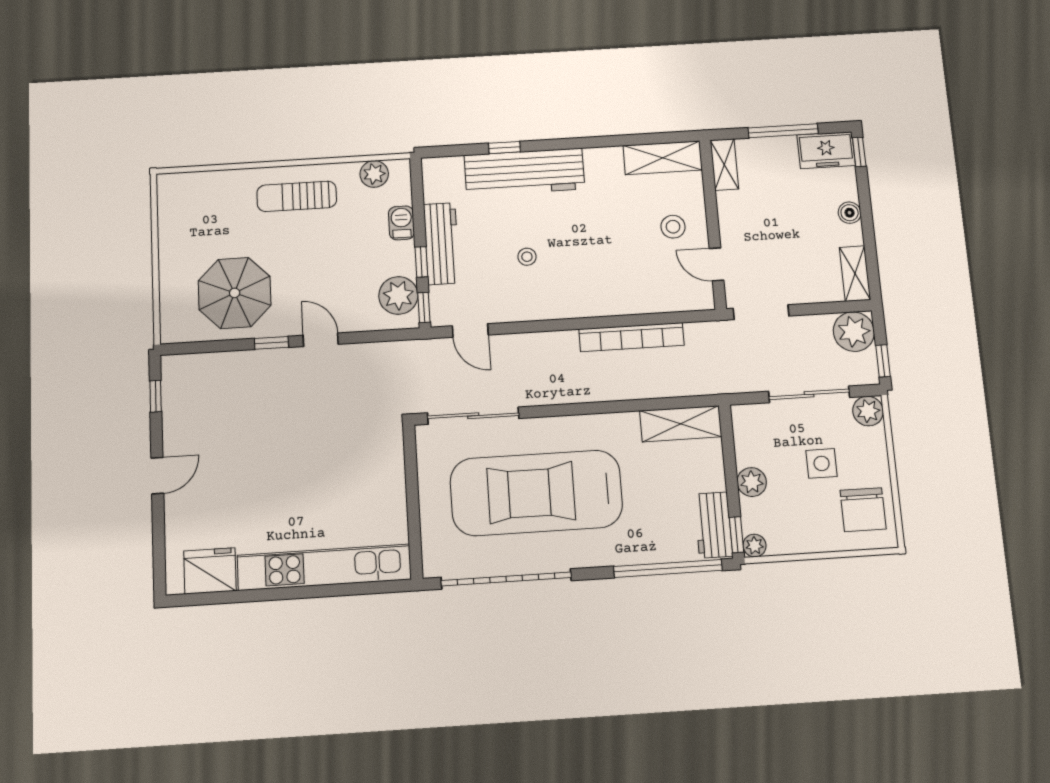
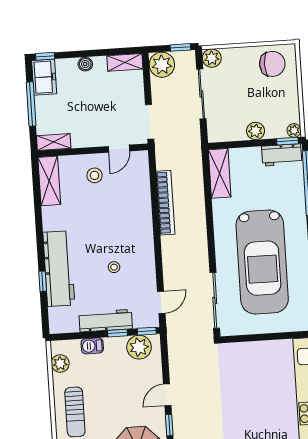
side table: (822, 463) -> (244, 88), removed

